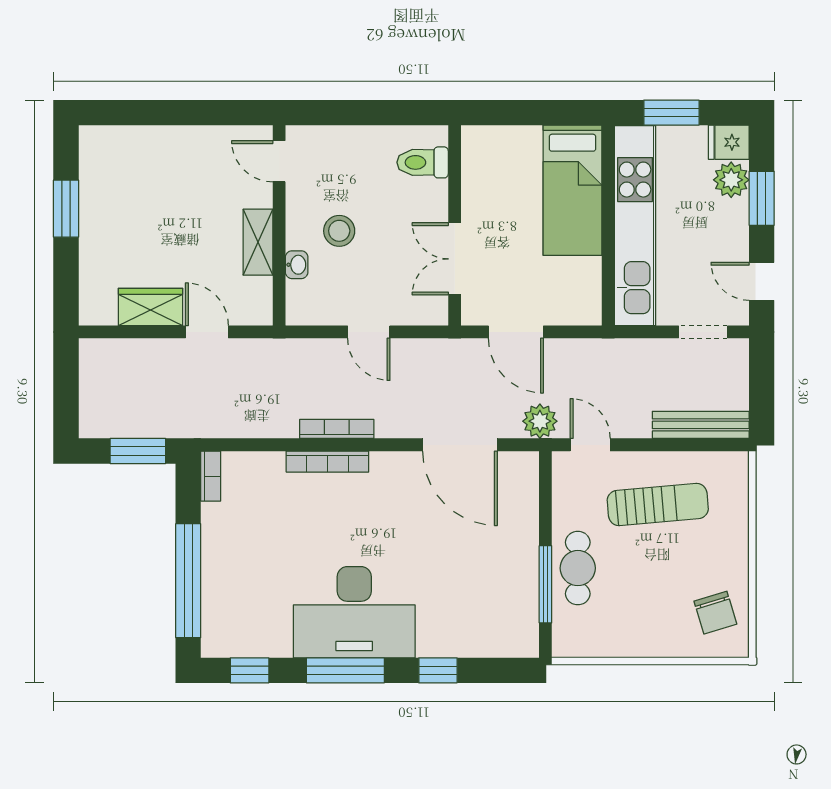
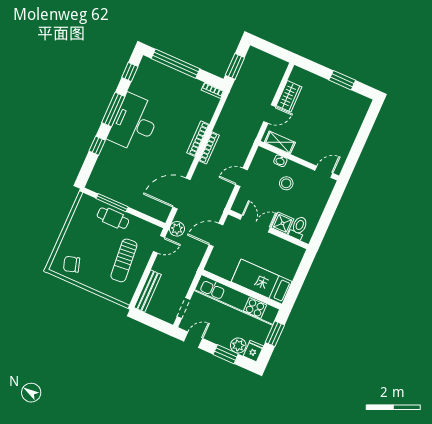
shower: (428, 201) -> (283, 223), added
shelving: (258, 242) -> (280, 142), moved

